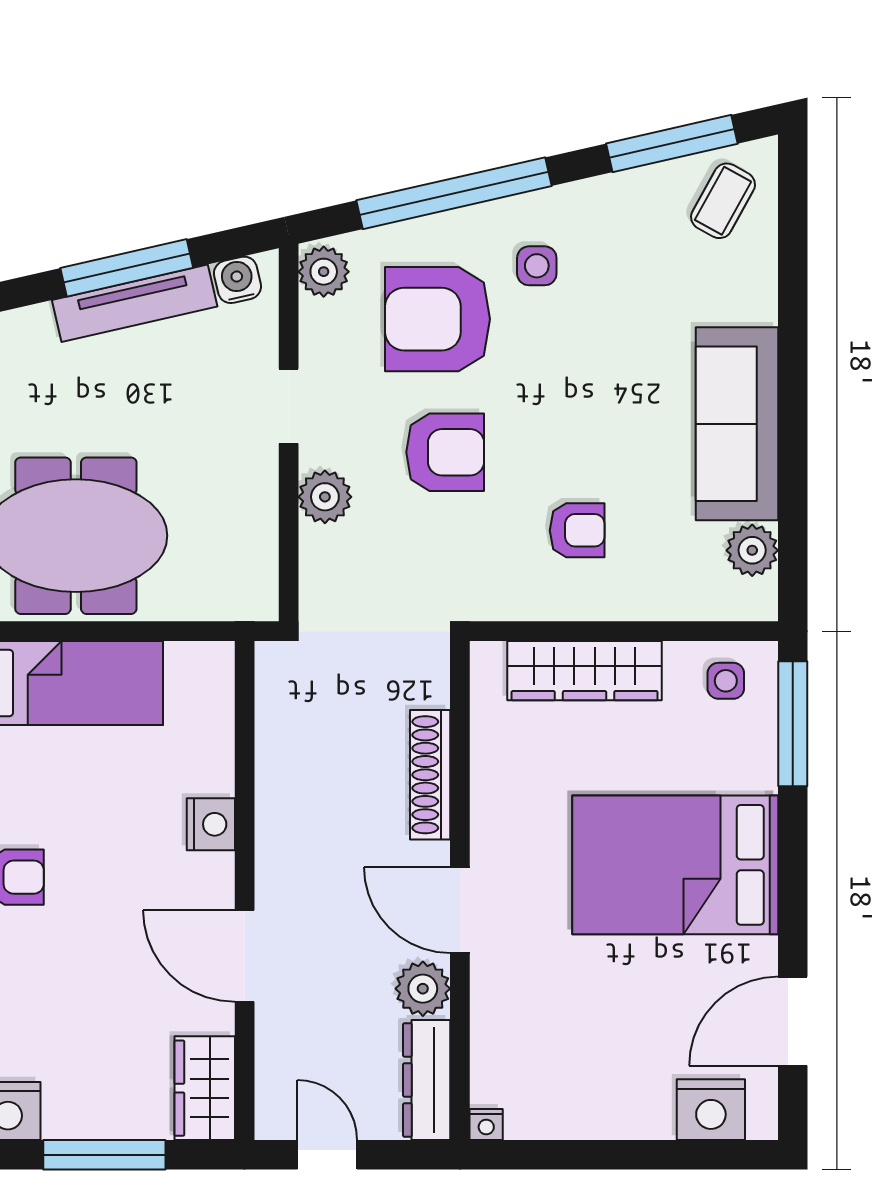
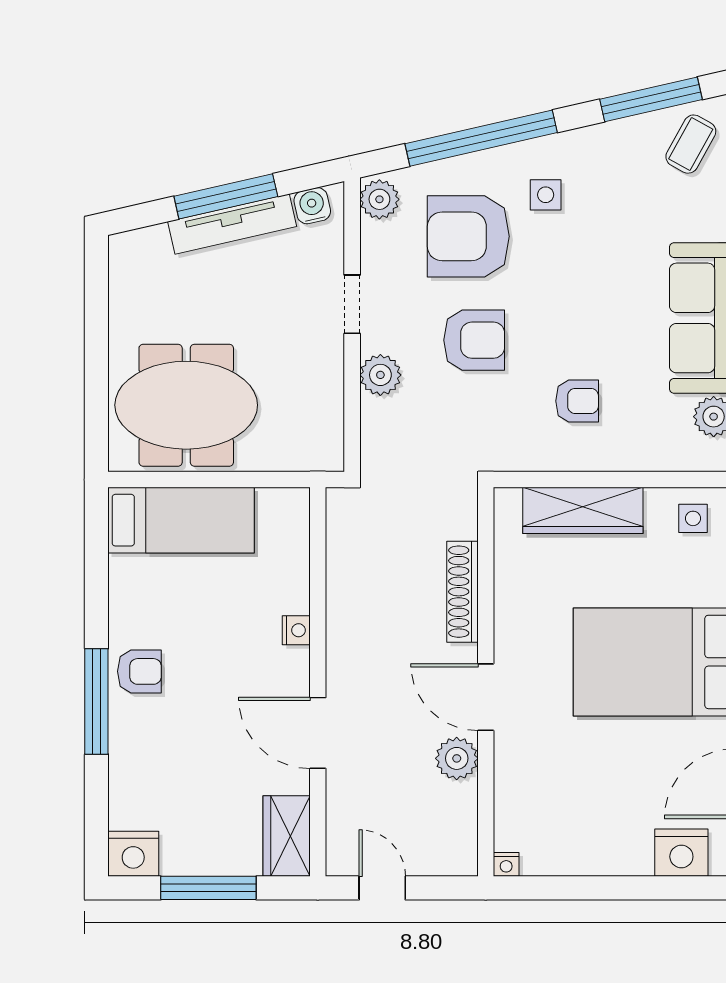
nightstand: (211, 824) -> (296, 630), width x0.72, depth x0.74
dresser: (427, 1080) -> (460, 830), removed

